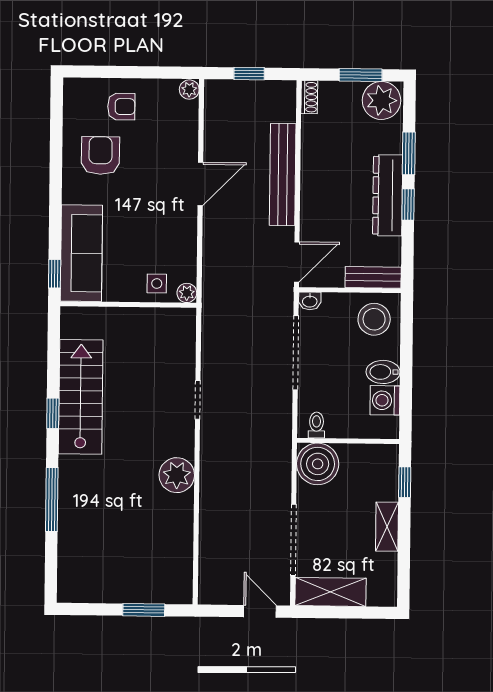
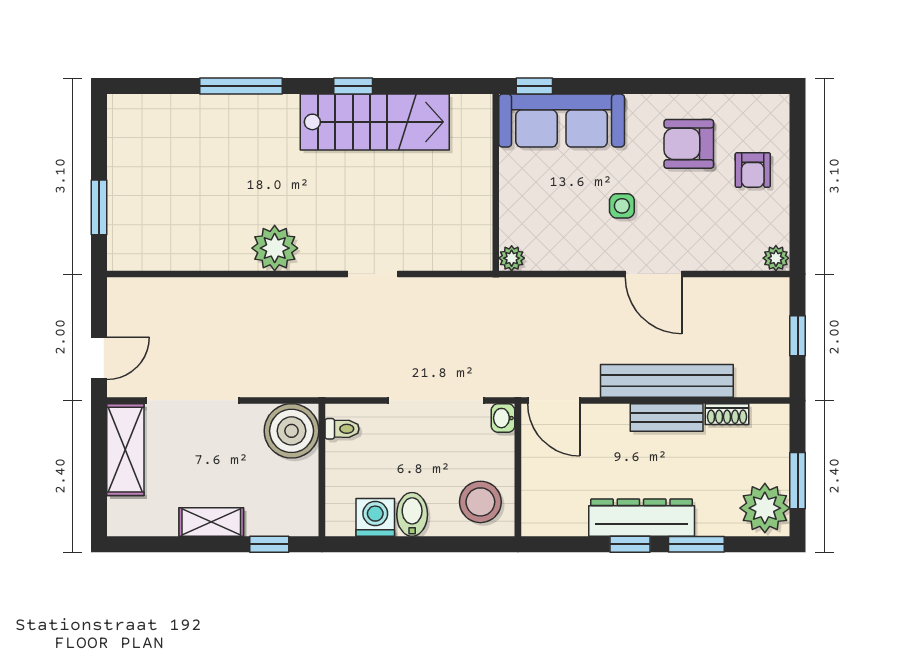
shoe rack: (309, 97) -> (727, 414), moved
armchair: (100, 156) -> (689, 144), turned 180
bench: (373, 277) -> (667, 418), moved, turned 90
side table: (157, 284) -> (622, 206), moved

